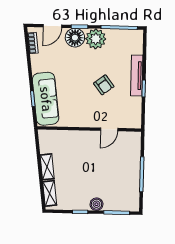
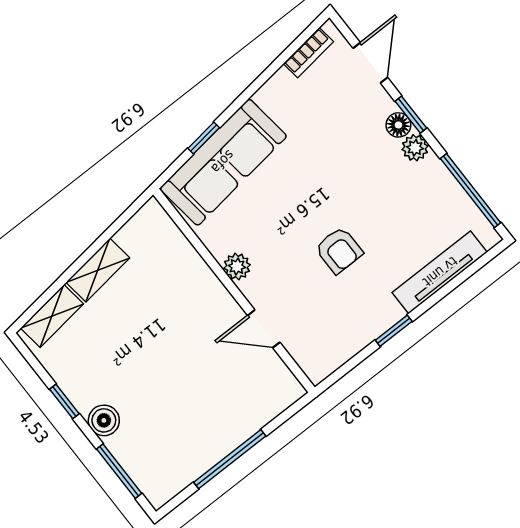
door: (52, 26) -> (370, 63), swing flipped
floor lamp: (75, 38) -> (398, 125), width x0.53, depth x0.53
plant: (96, 39) -> (415, 148), width x0.53, depth x0.53
tv unit: (137, 75) -> (440, 272), moved
armchair: (104, 85) -> (339, 250), turned -53
plant: (82, 122) -> (237, 266), added

